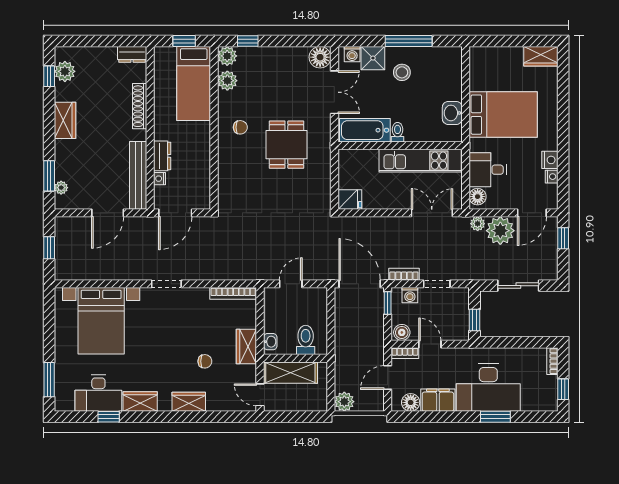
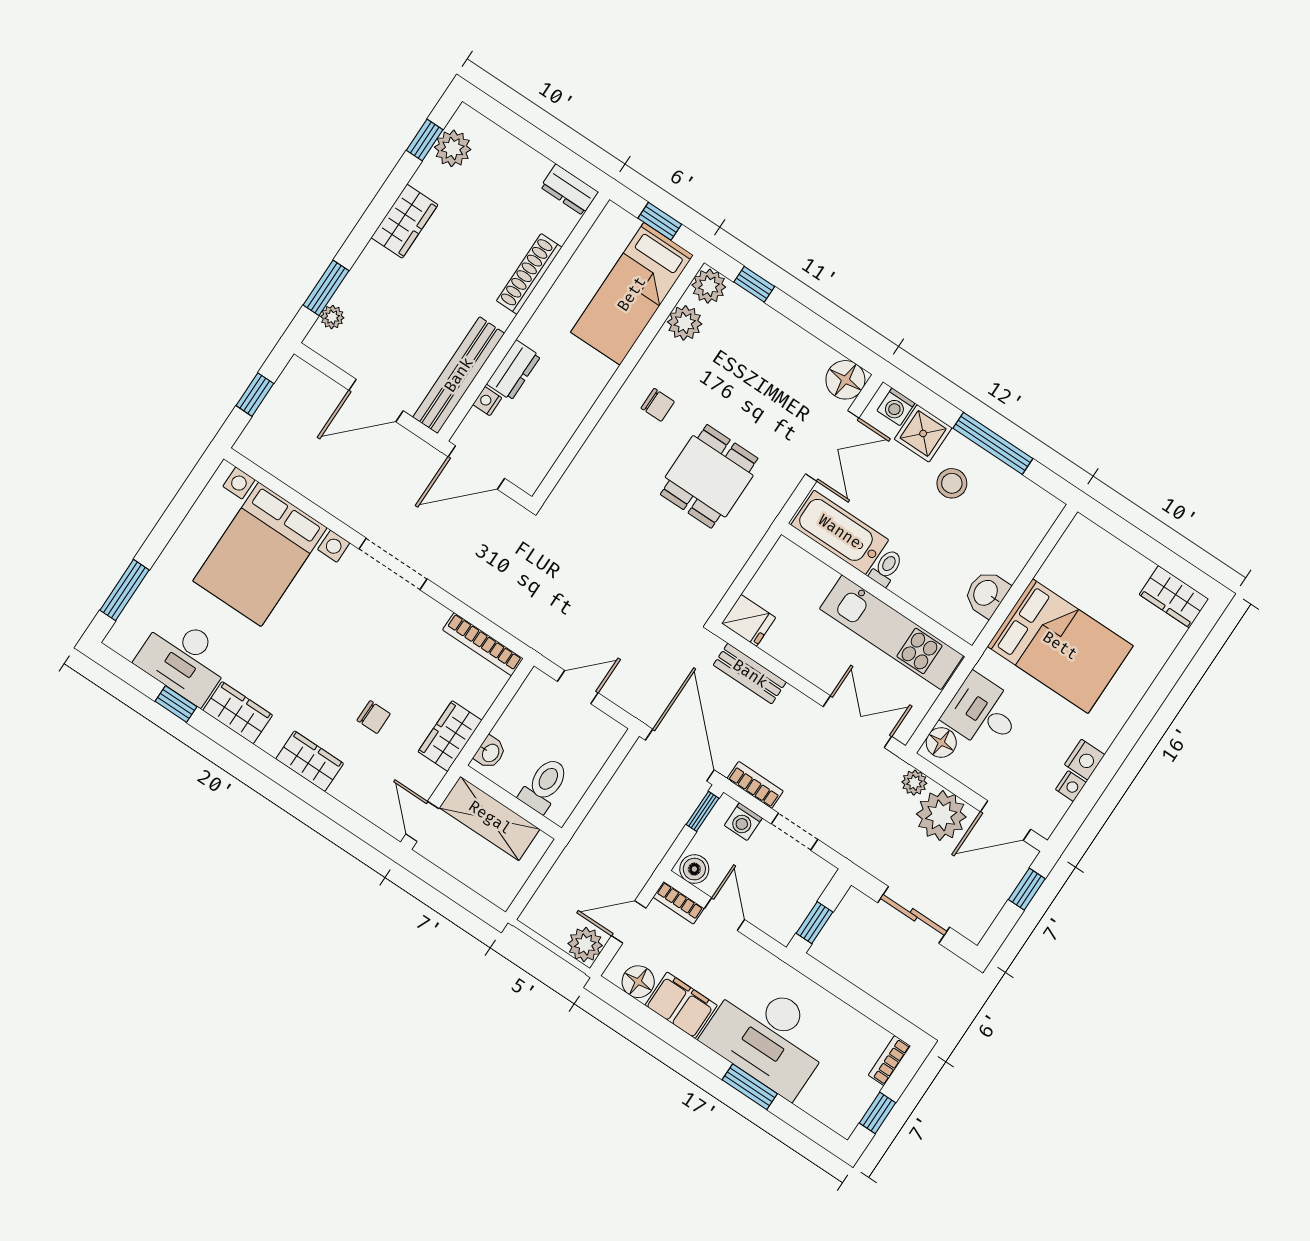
bench: (367, 224) -> (750, 674), added
doorway: (166, 284) -> (393, 564), width x1.38
plant: (344, 402) -> (585, 944), moved

